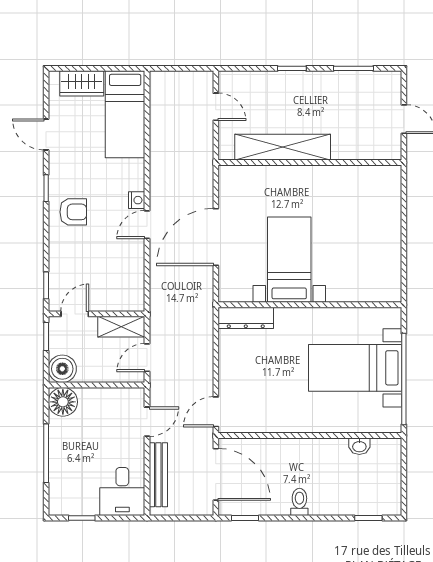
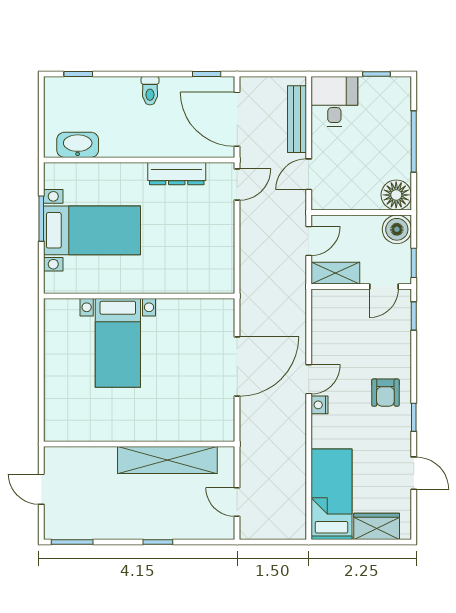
window: (353, 68) -> (72, 542), moved
armchair: (73, 212) -> (385, 393), turned -90
bed with nightstands: (289, 260) -> (118, 343), moved
dresser: (246, 318) -> (177, 174), moved, turned 180
window: (404, 379) -> (41, 219), width x0.47
washbasin: (359, 446) -> (78, 145), width x1.91, depth x1.45

